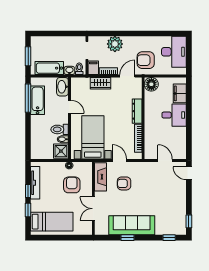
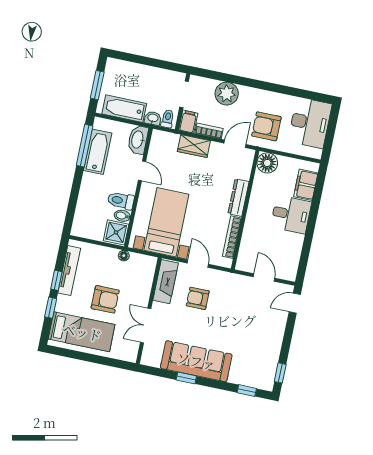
door: (189, 173) -> (295, 303), hinge flipped
armchair: (72, 185) -> (105, 299), moved, turned 90

